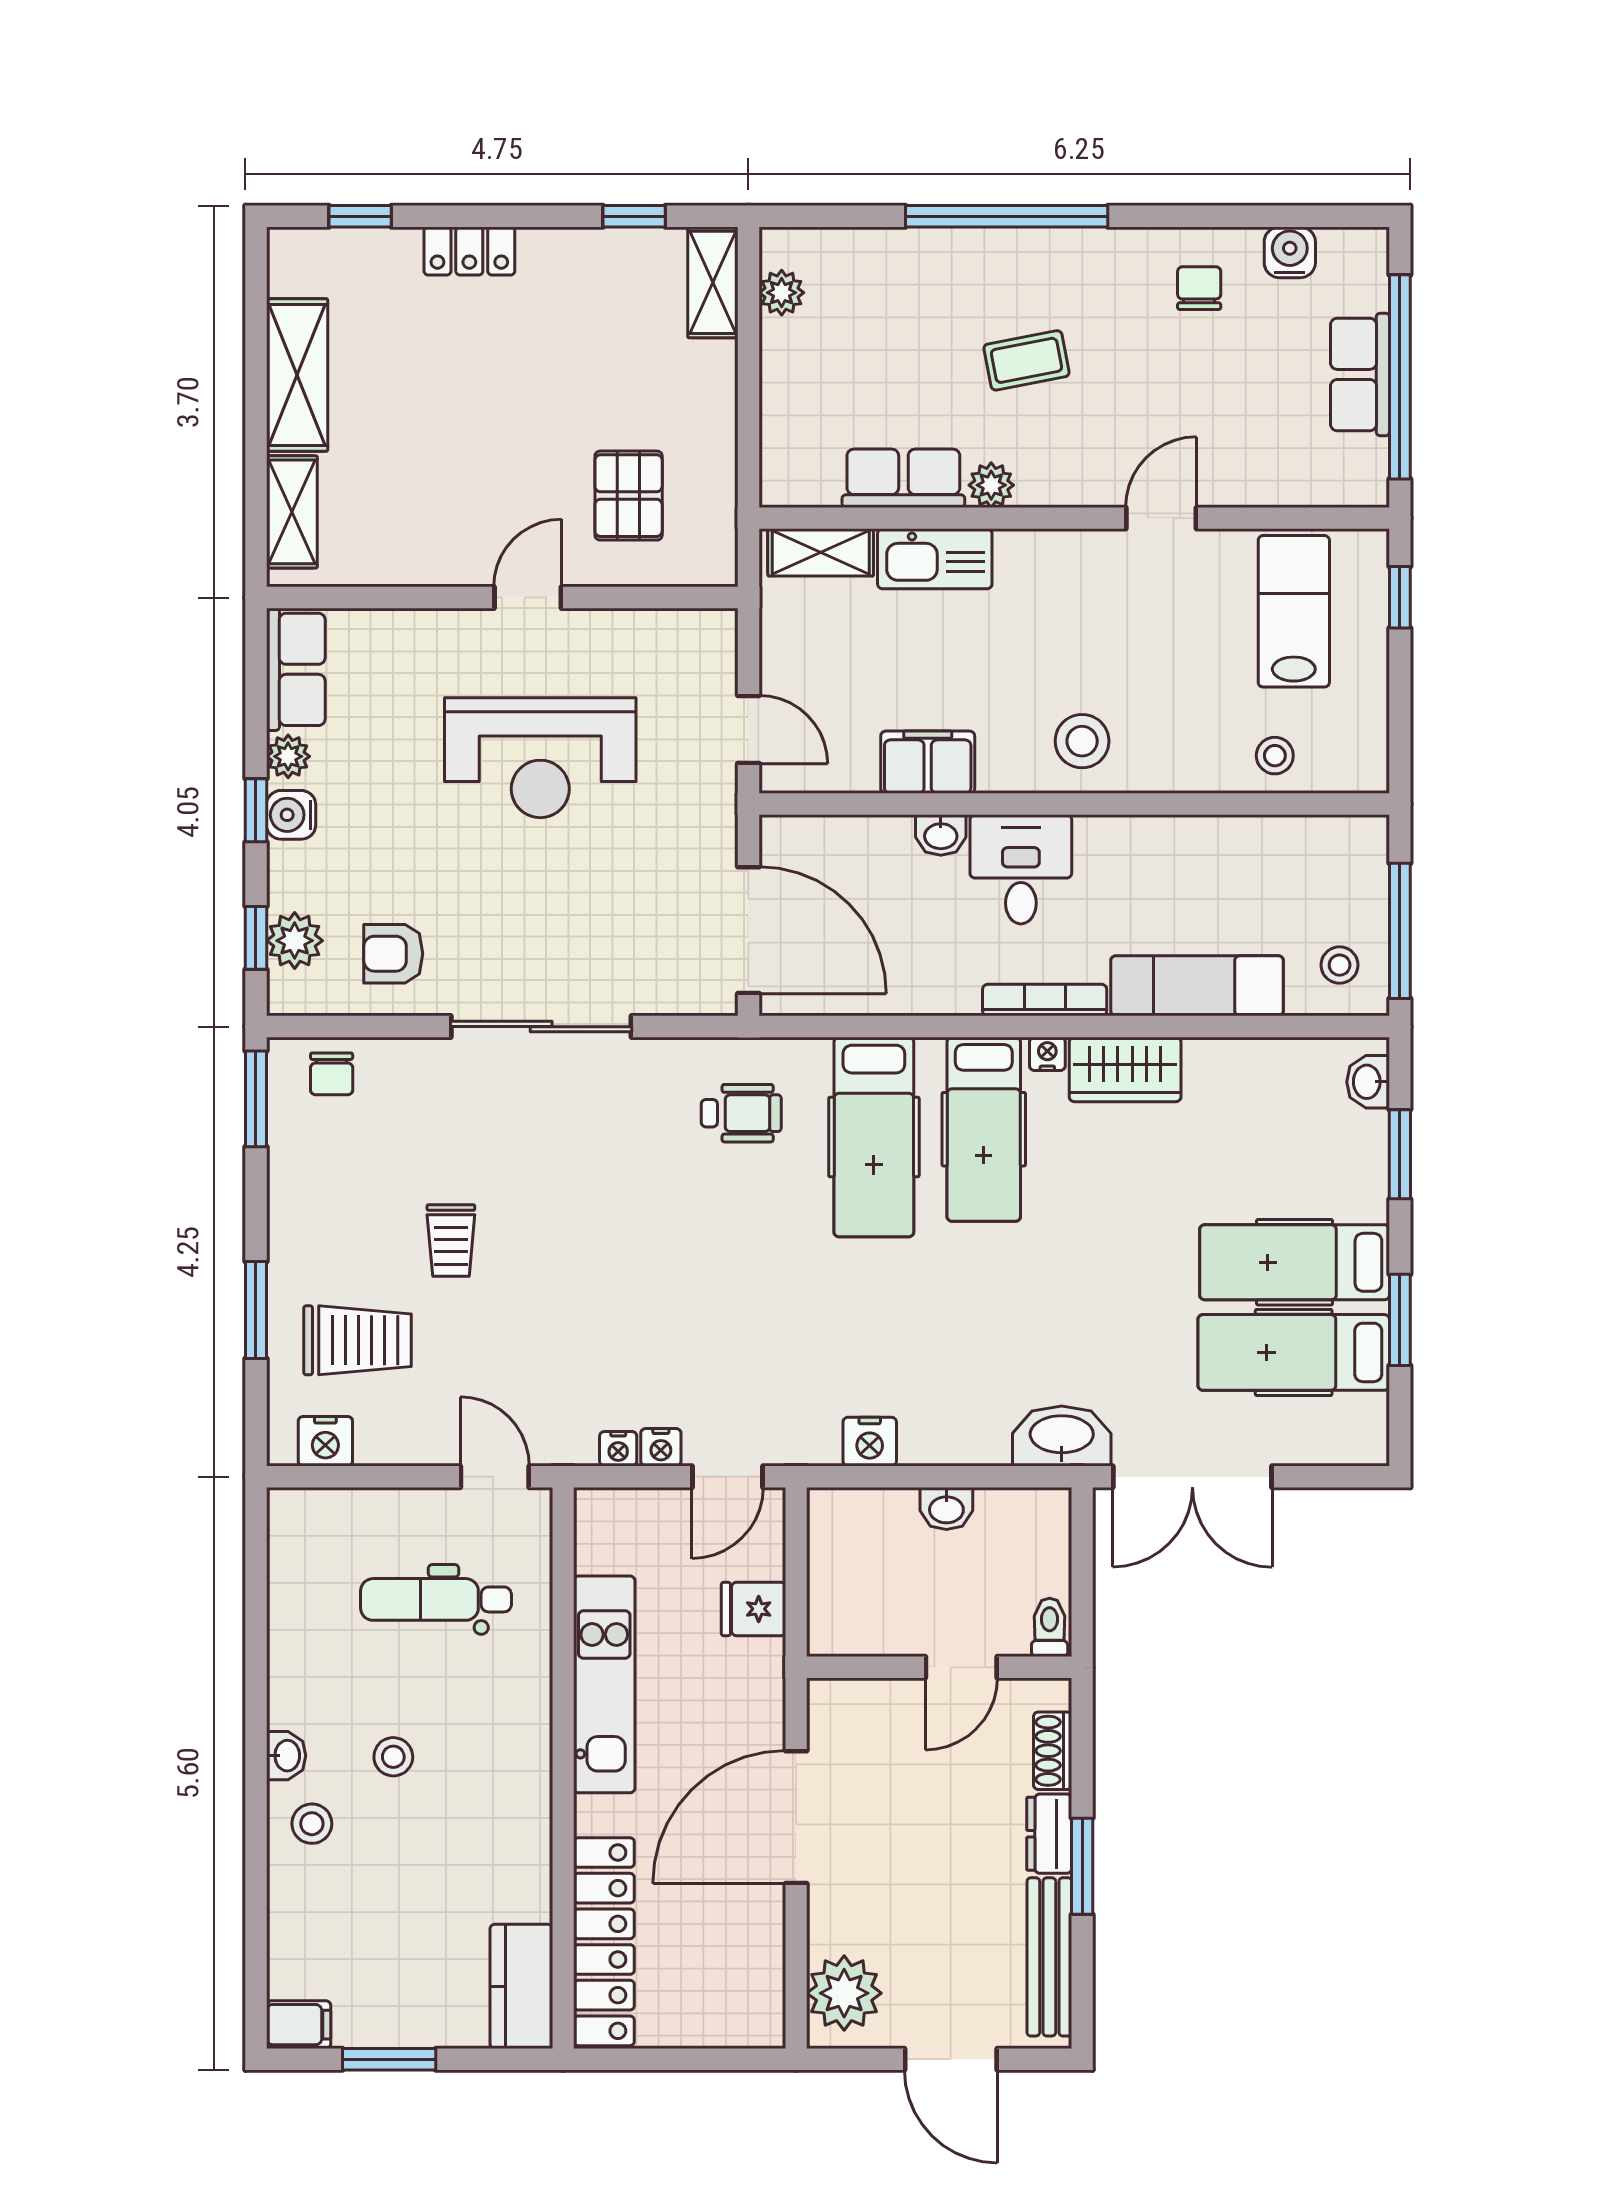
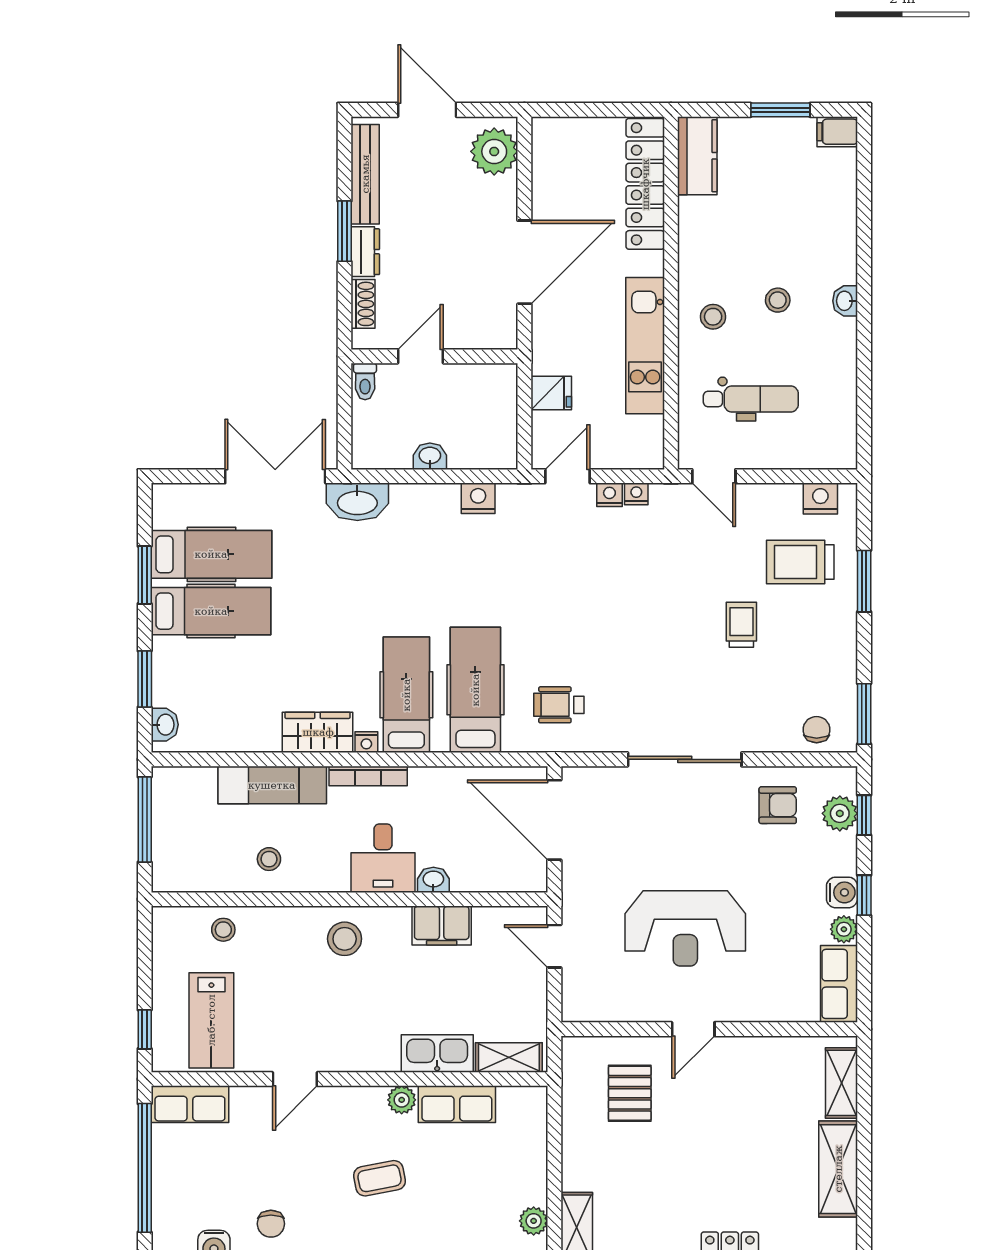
row of seats: (1360, 374) -> (190, 1104), moved, turned 90
reception desk: (540, 758) -> (685, 928), turned 180
stool: (1340, 965) -> (269, 859), moved
stool: (312, 1824) -> (713, 317), moved

